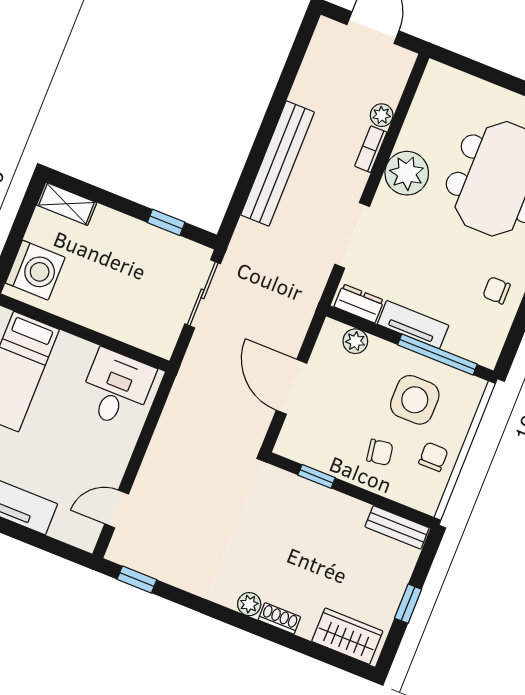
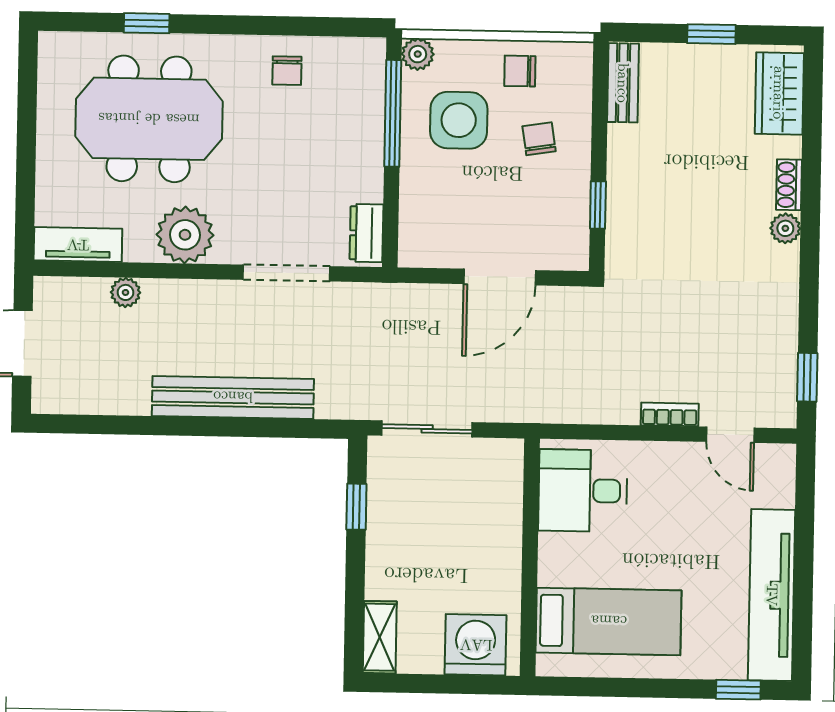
bookcase: (371, 149) -> (670, 414), moved, turned 180
tv unit: (413, 325) -> (78, 245), moved, turned 90
plant: (355, 341) -> (418, 54), moved

